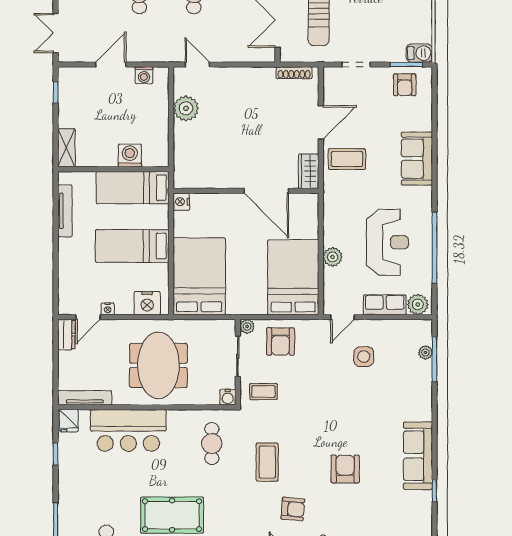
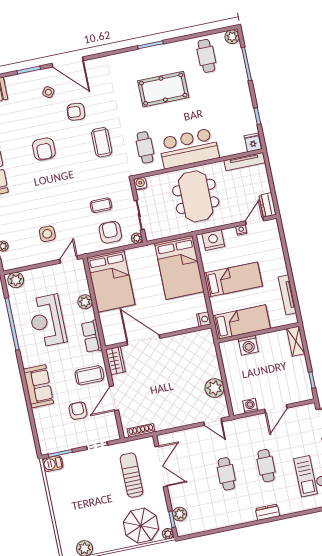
armchair: (405, 85) -> (78, 411), moved
row of seats: (385, 305) -> (92, 336), moved, turned 90
coffee table: (263, 392) -> (101, 205), moved
bar counter: (128, 430) -> (189, 148), moved

